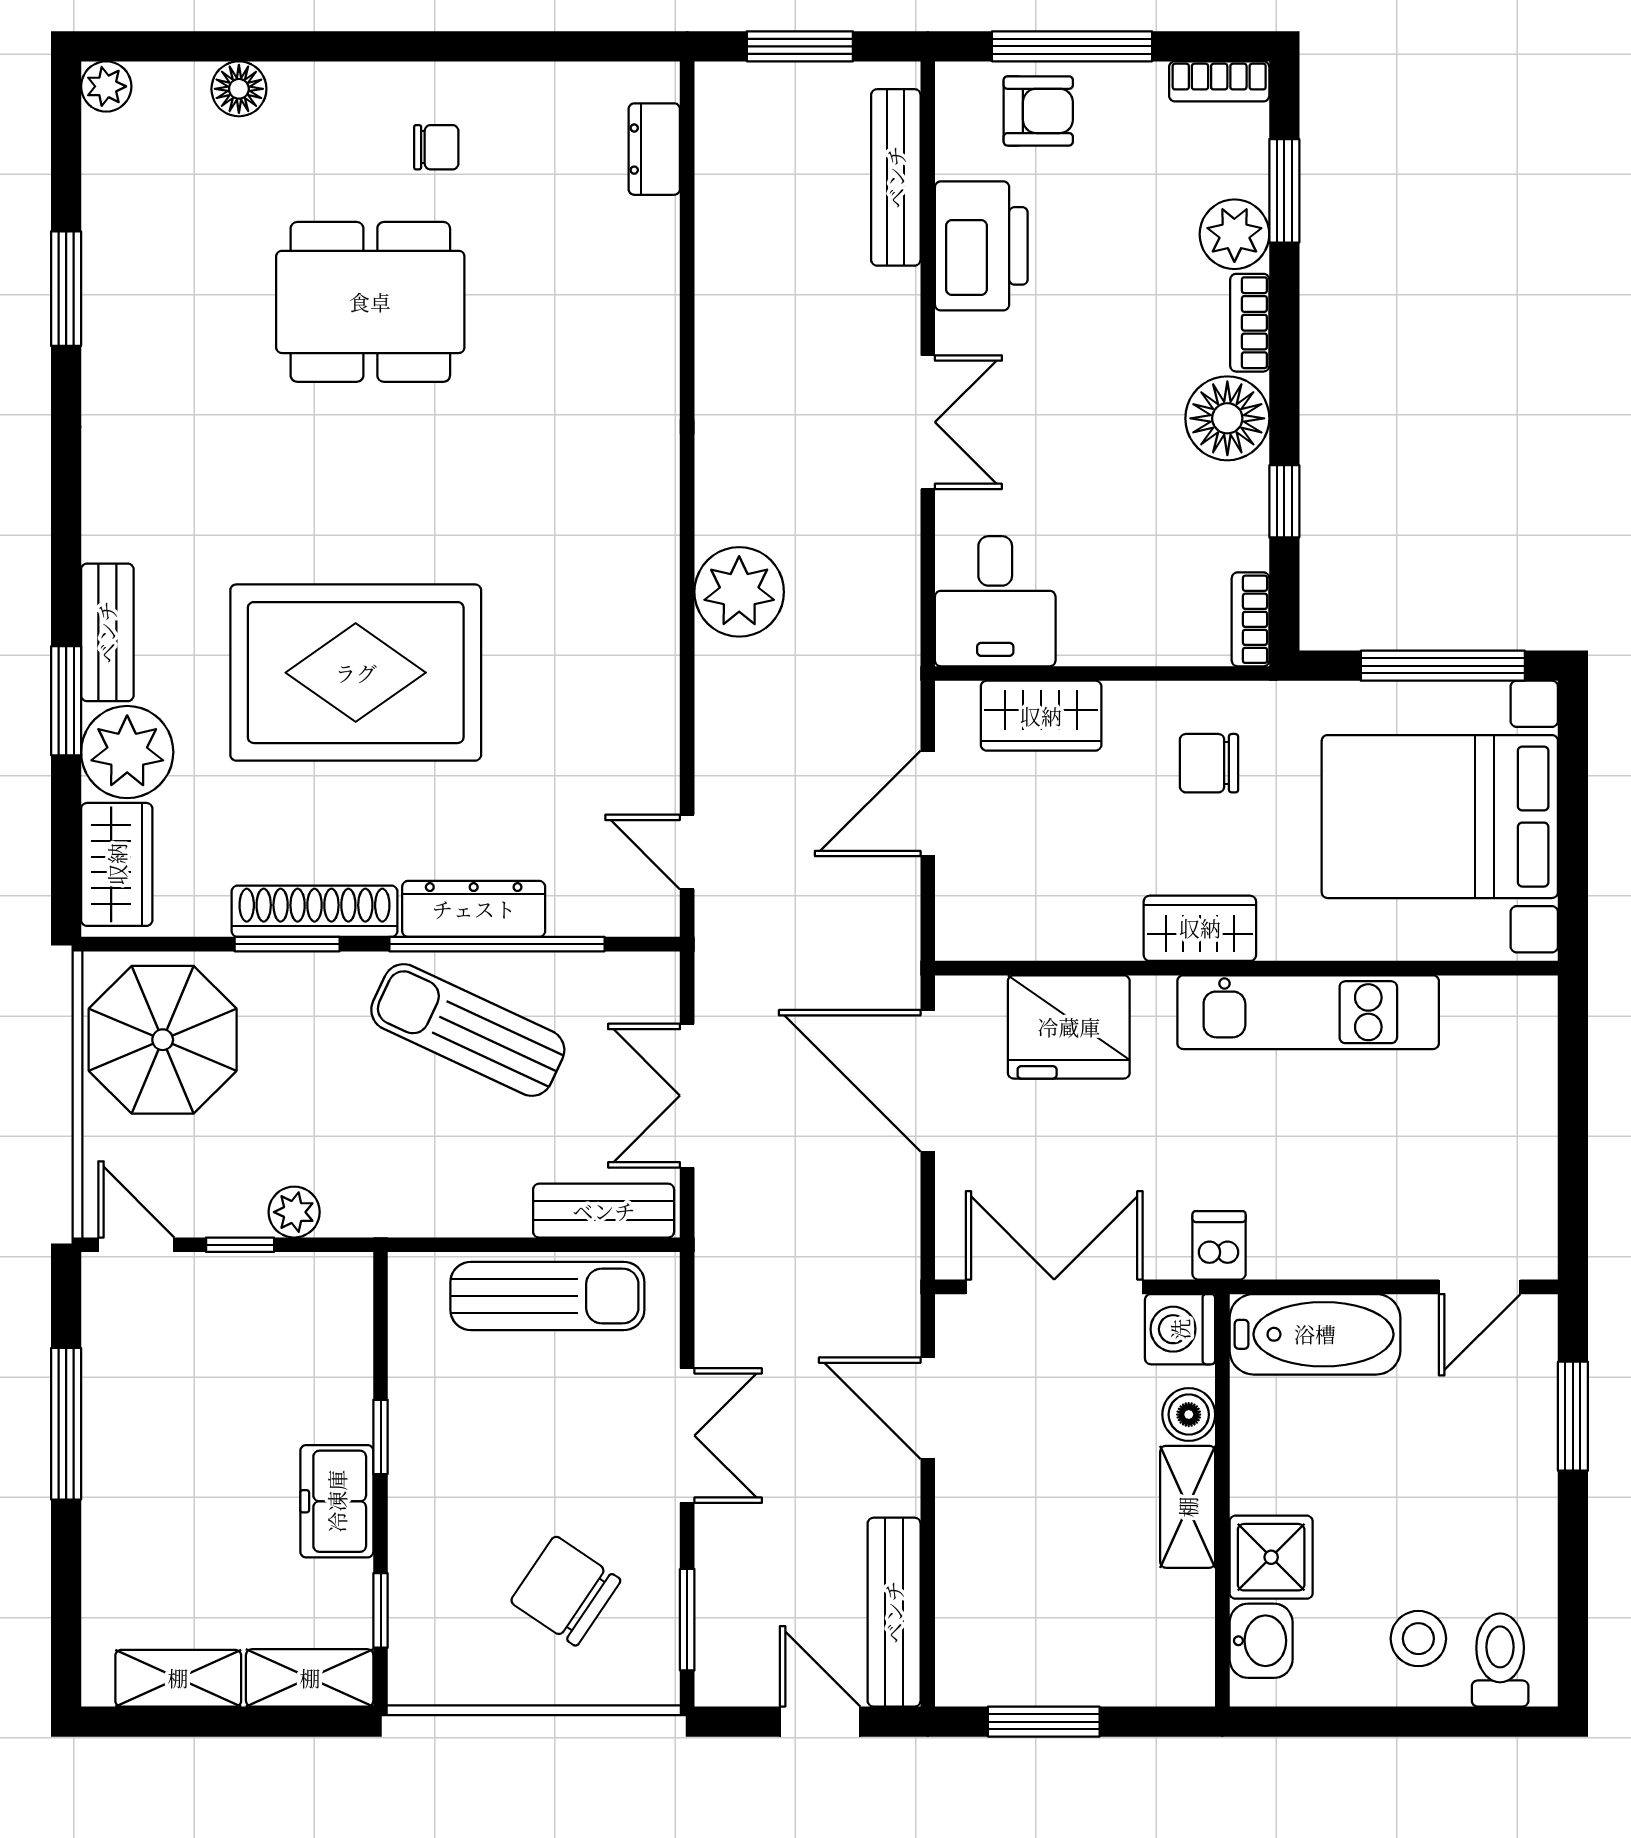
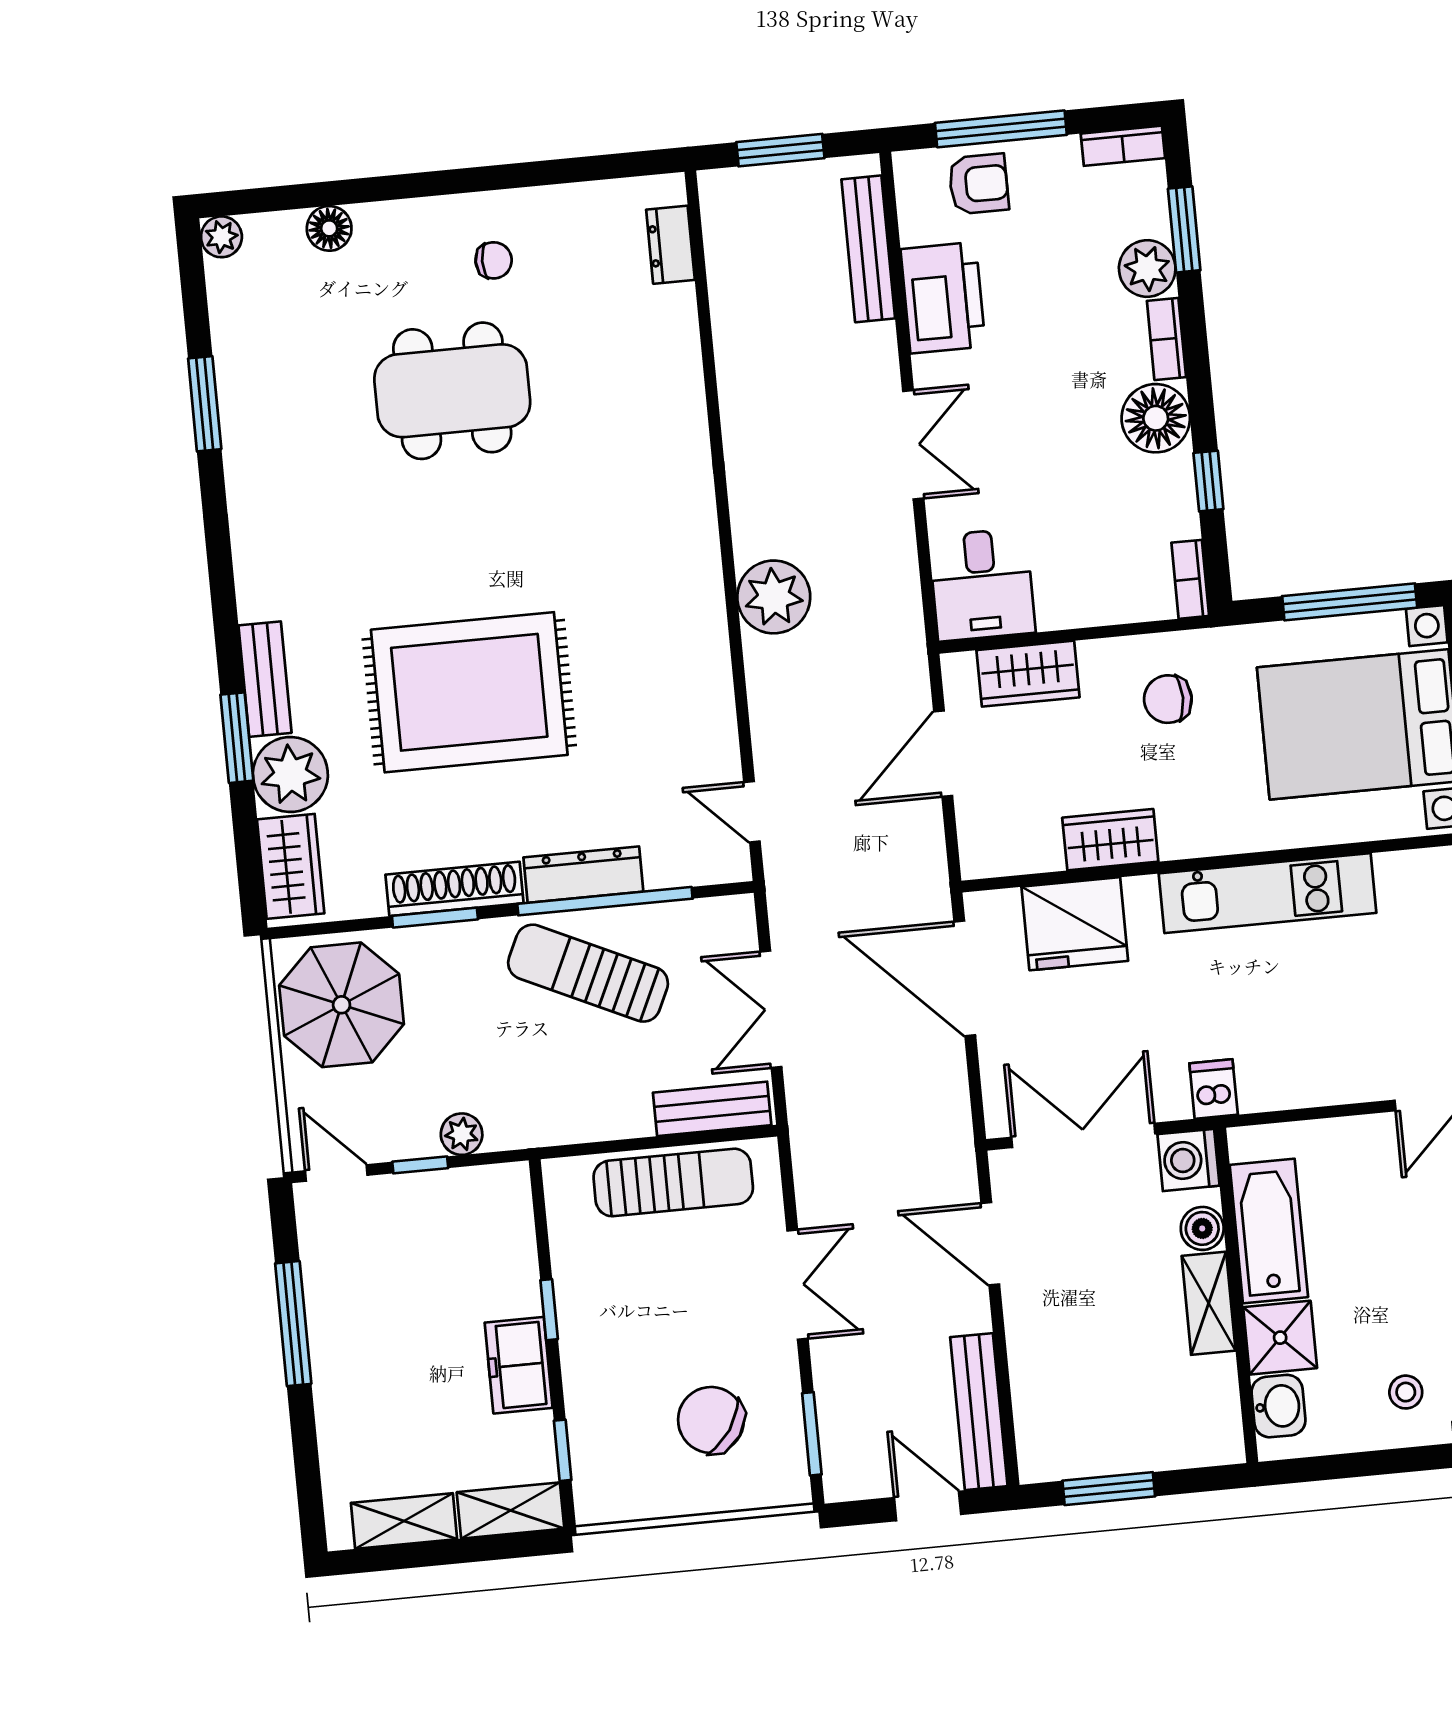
wardrobe: (1200, 928) -> (1110, 840), moved
bathtub: (1315, 1334) -> (1269, 1231), moved, turned -90
stool: (1418, 1639) -> (1406, 1392), width x0.73, depth x0.73

